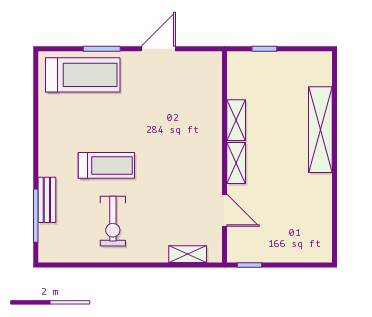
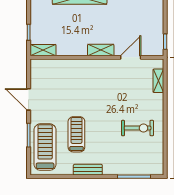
shelving: (236, 120) -> (43, 50), moved
treadmill: (106, 165) -> (76, 134), moved
bench: (47, 200) -> (88, 170), moved

